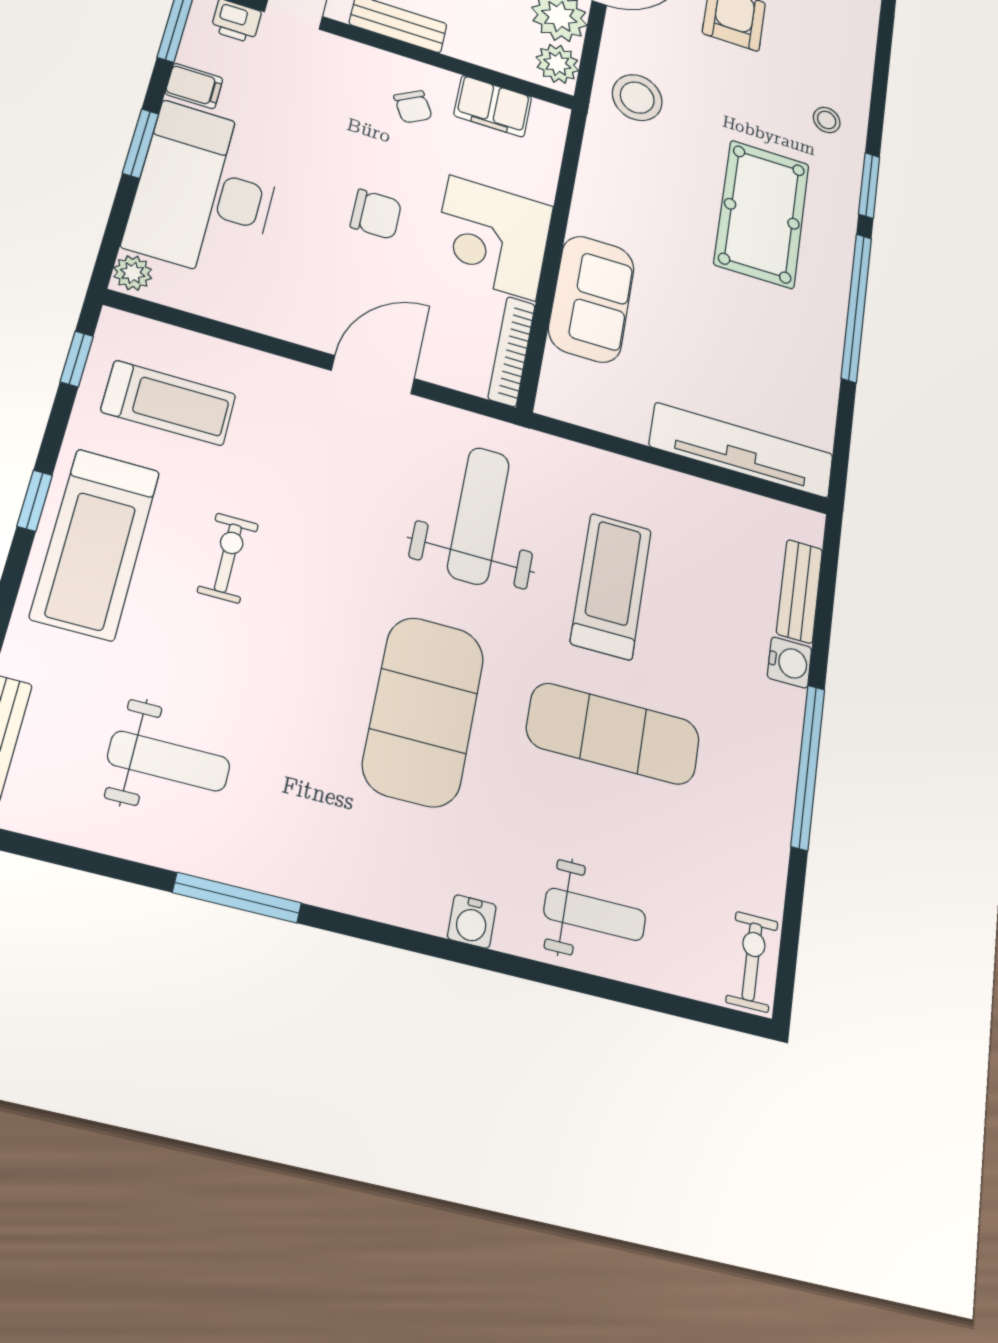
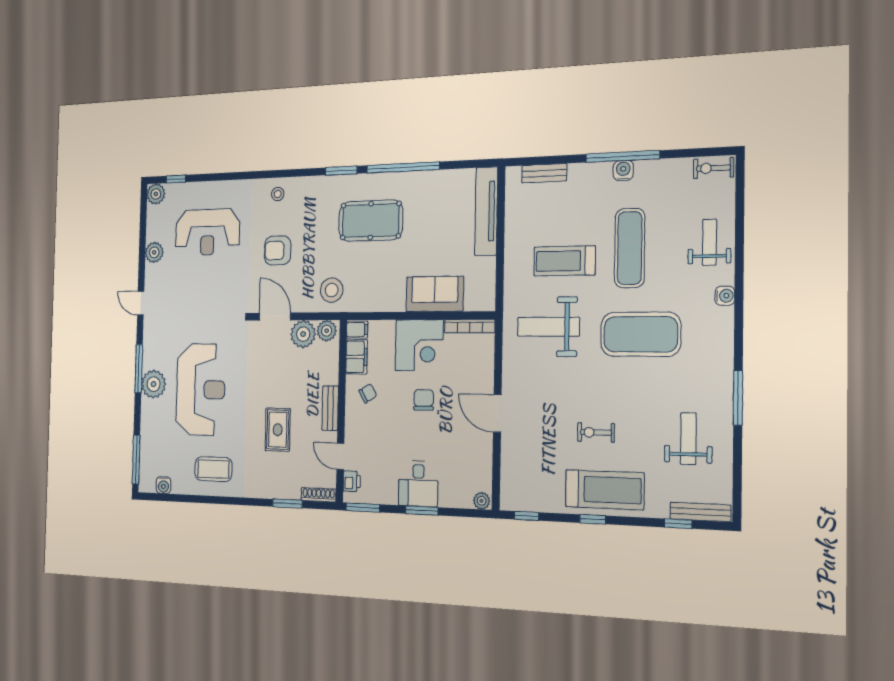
filing cabinet: (194, 86) -> (357, 330), moved, turned 90
stool: (827, 120) -> (278, 194), moved
desk: (205, 191) -> (418, 484), width x0.53, depth x0.77
door: (373, 375) -> (497, 413), moved
treadmill: (169, 403) -> (535, 473), removed
water cooler: (790, 663) -> (623, 170), moved

